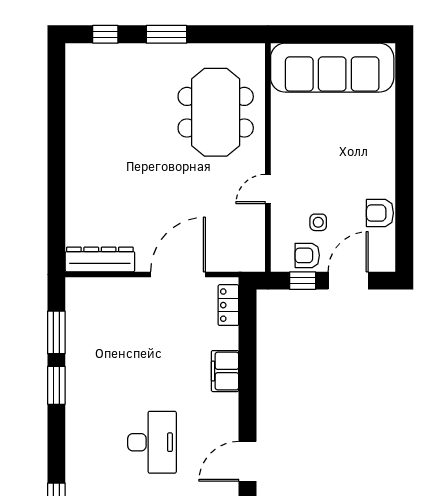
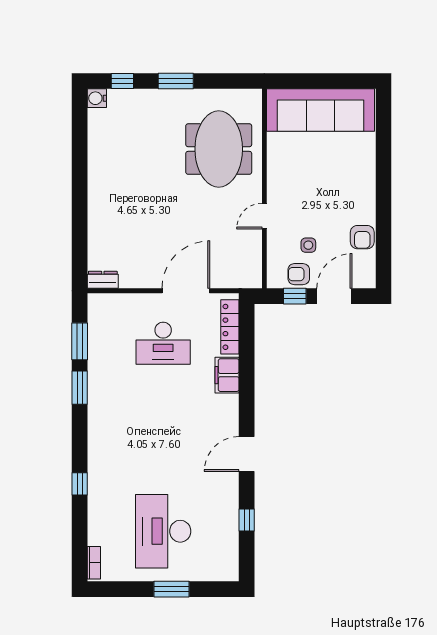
water cooler: (76, 54) -> (97, 98), added
armchair: (380, 213) -> (362, 237), turned -90
dresser: (100, 259) -> (103, 280), width x0.51, depth x0.80
locker: (228, 305) -> (230, 327), width x1.53
desk: (152, 442) -> (163, 343), moved, turned 90

